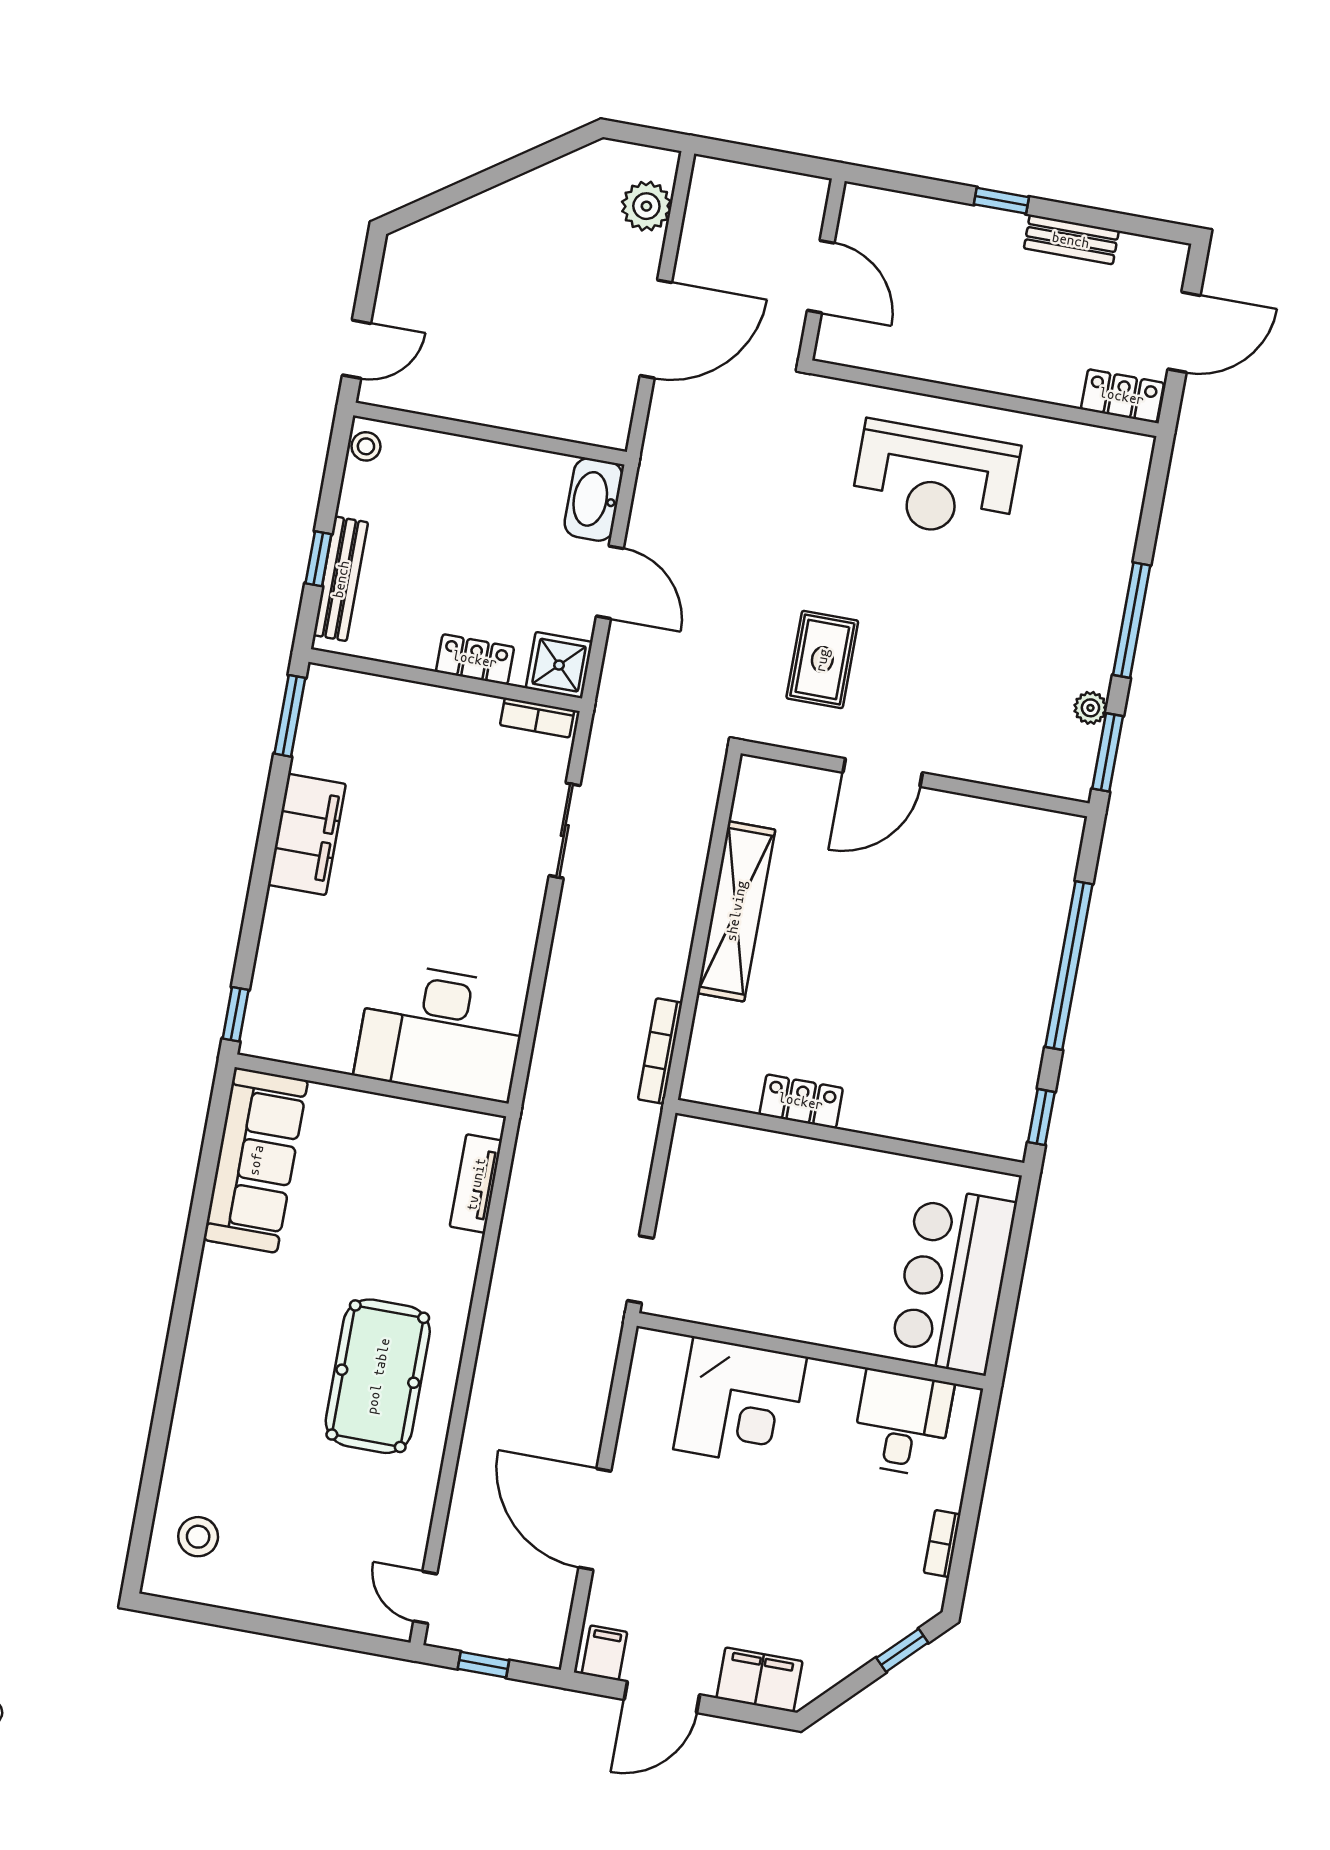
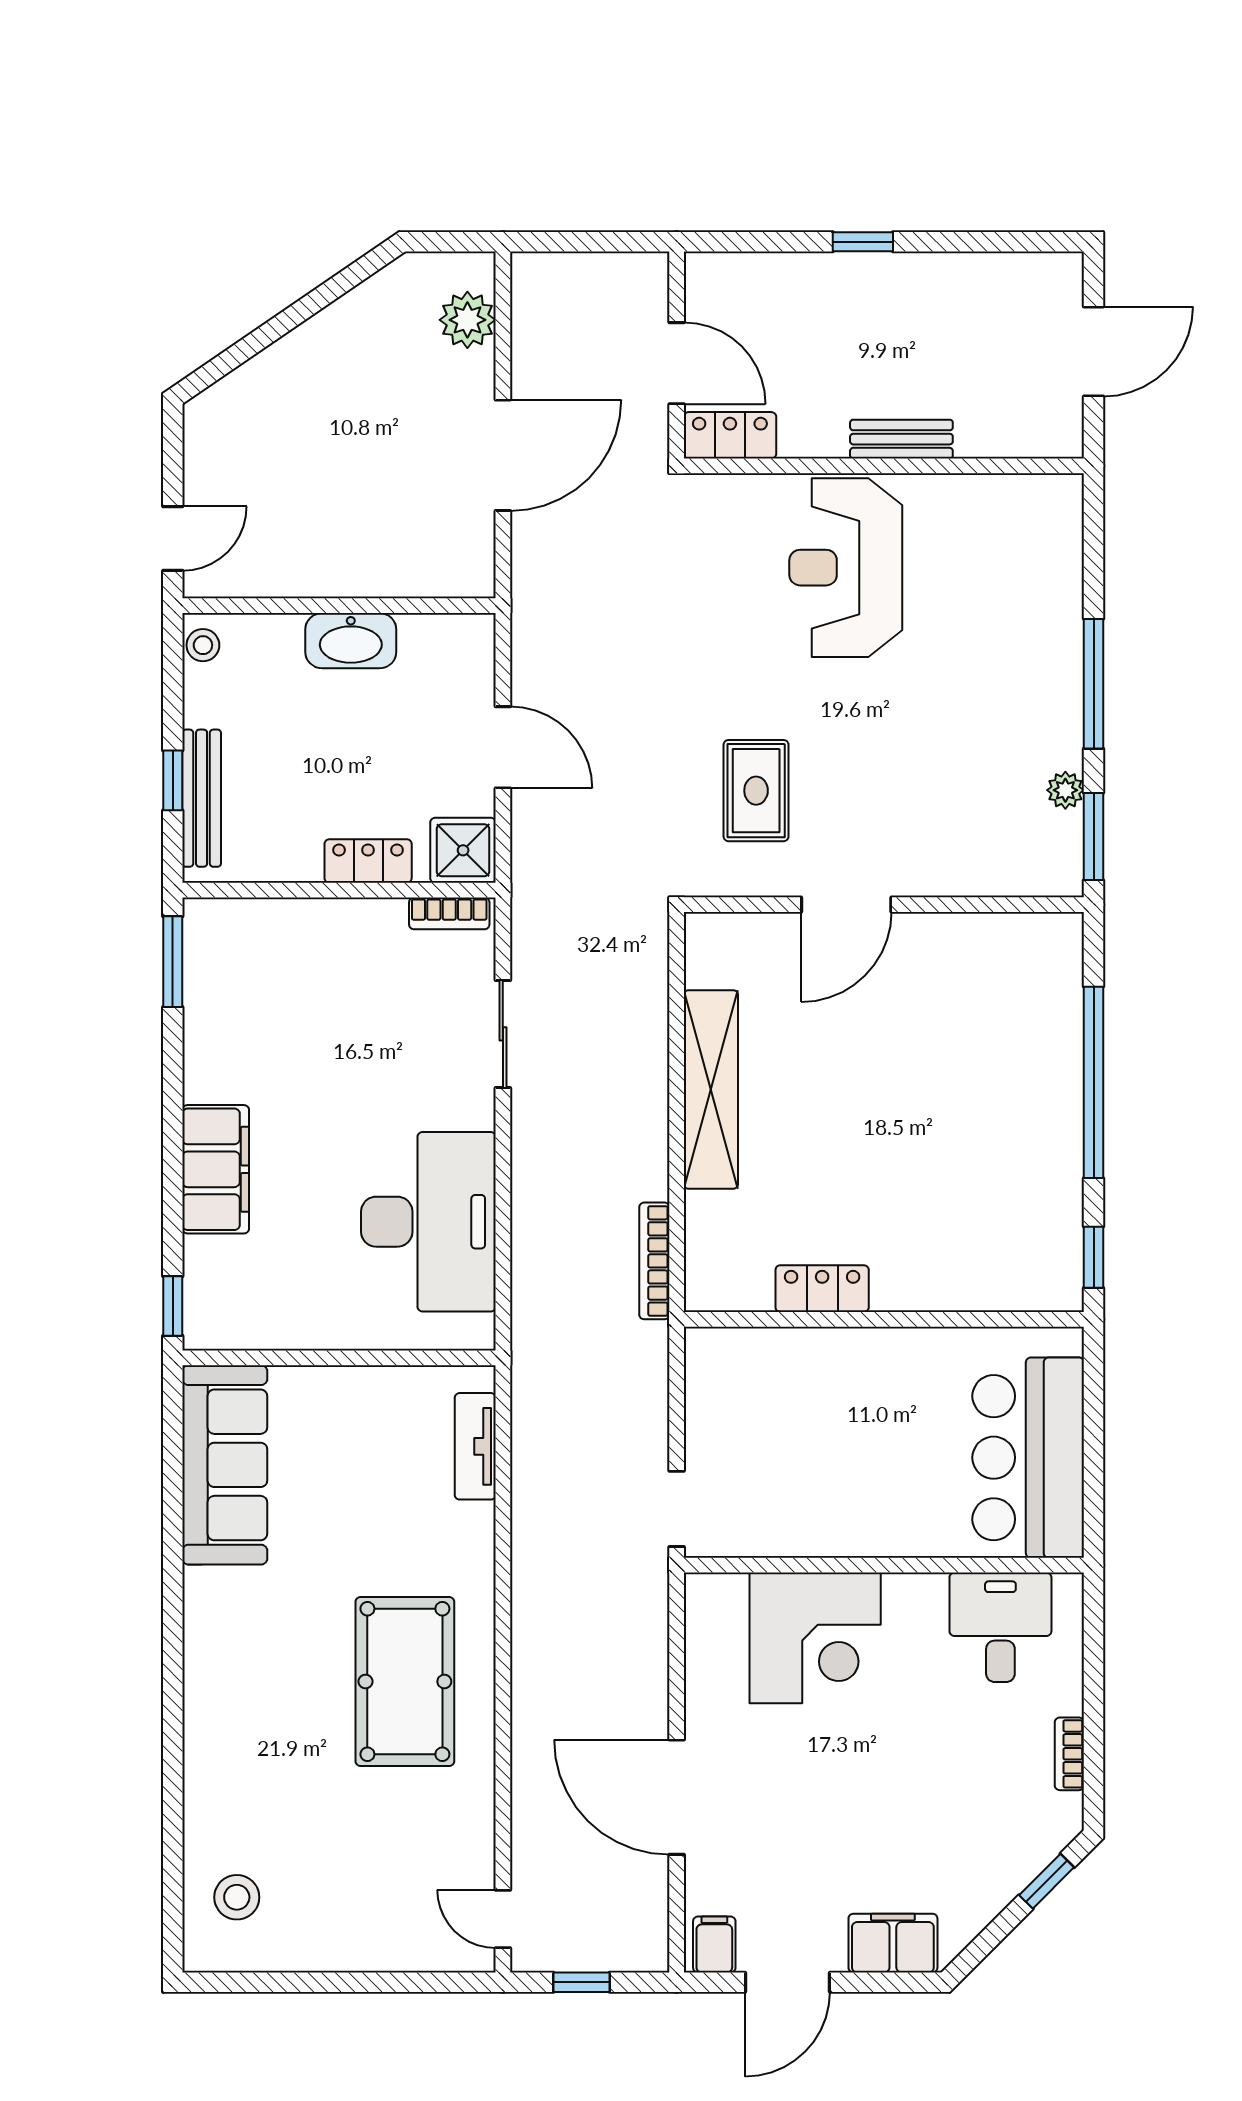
bench: (1071, 240) -> (901, 439), moved
locker: (1122, 396) -> (730, 435), moved
reception desk: (935, 480) -> (846, 568), turned 90
washbasin: (594, 500) -> (351, 641), moved, turned -90
filing cabinet: (307, 834) -> (216, 1169), moved
desk: (441, 1031) -> (428, 1222), moved, turned -90

